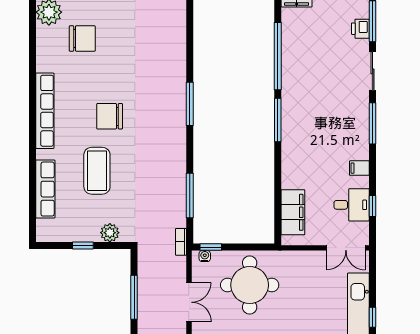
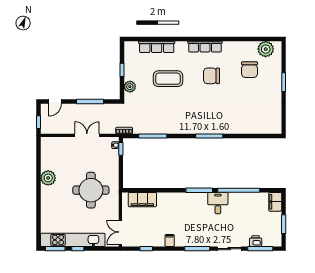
row of seats: (45, 111) -> (205, 47), width x0.73
chair: (110, 116) -> (211, 76), moved, turned -90
desk: (352, 205) -> (218, 203), moved, turned 180
round table: (250, 285) -> (91, 190), moved
double door: (189, 302) -> (87, 135), swing flipped

